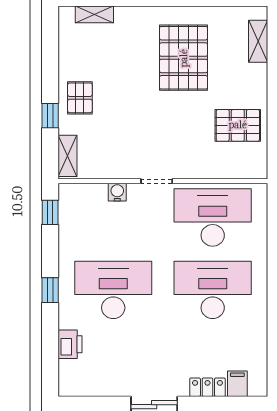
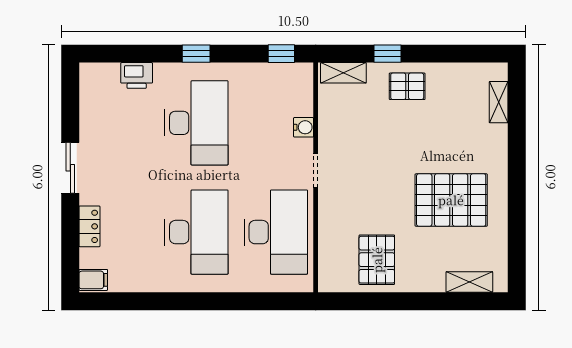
filing cabinet: (237, 384) -> (93, 280), moved

